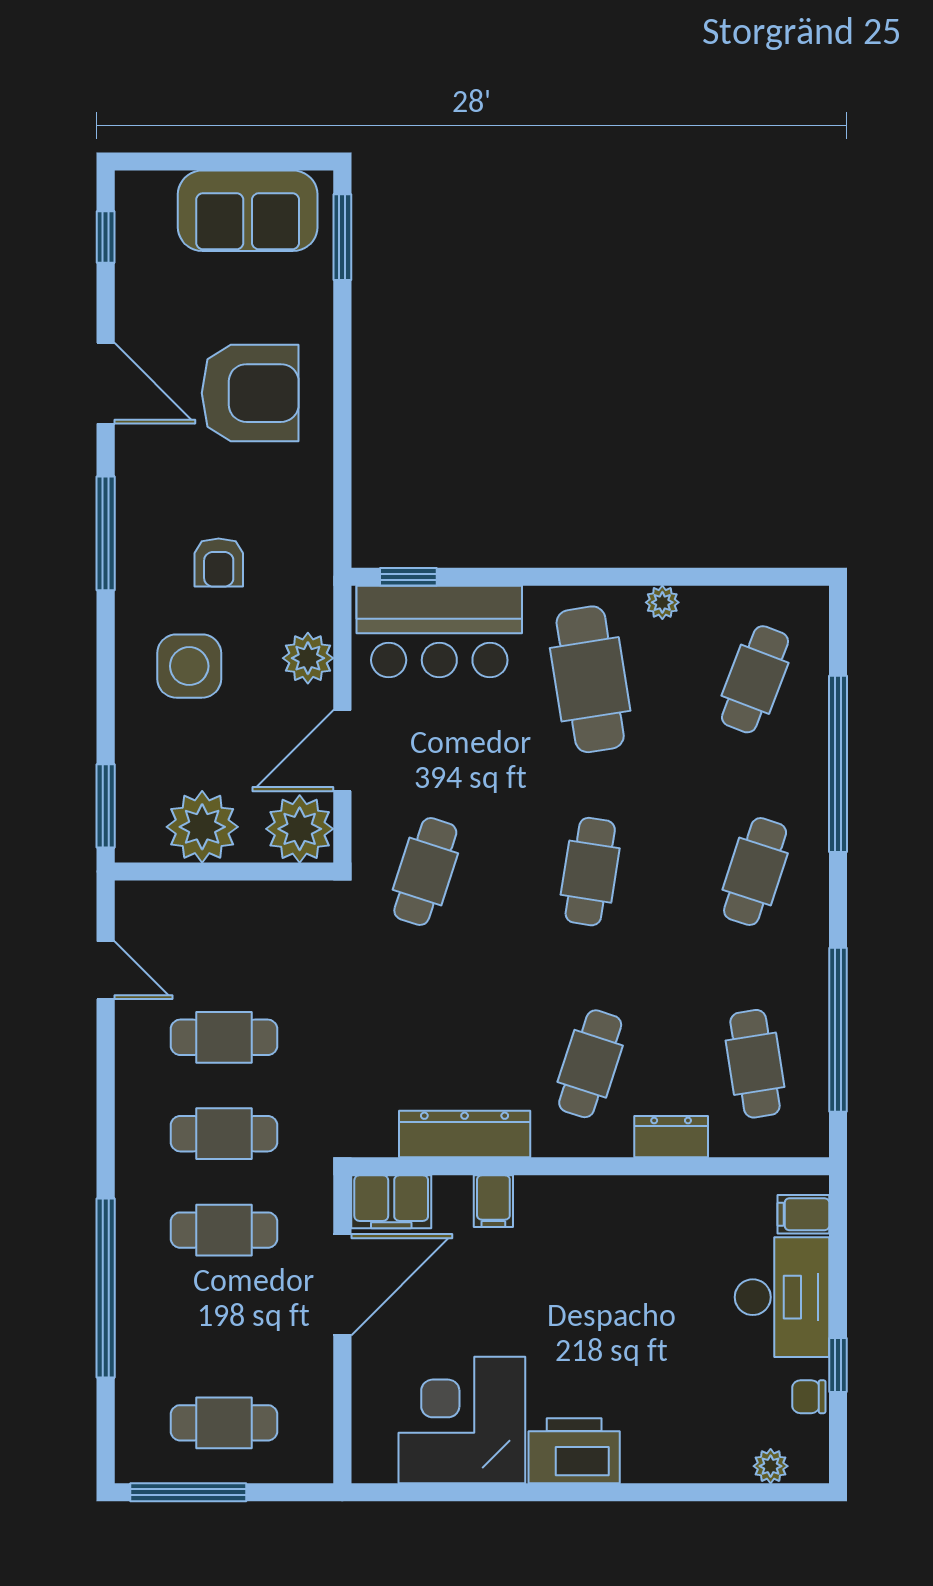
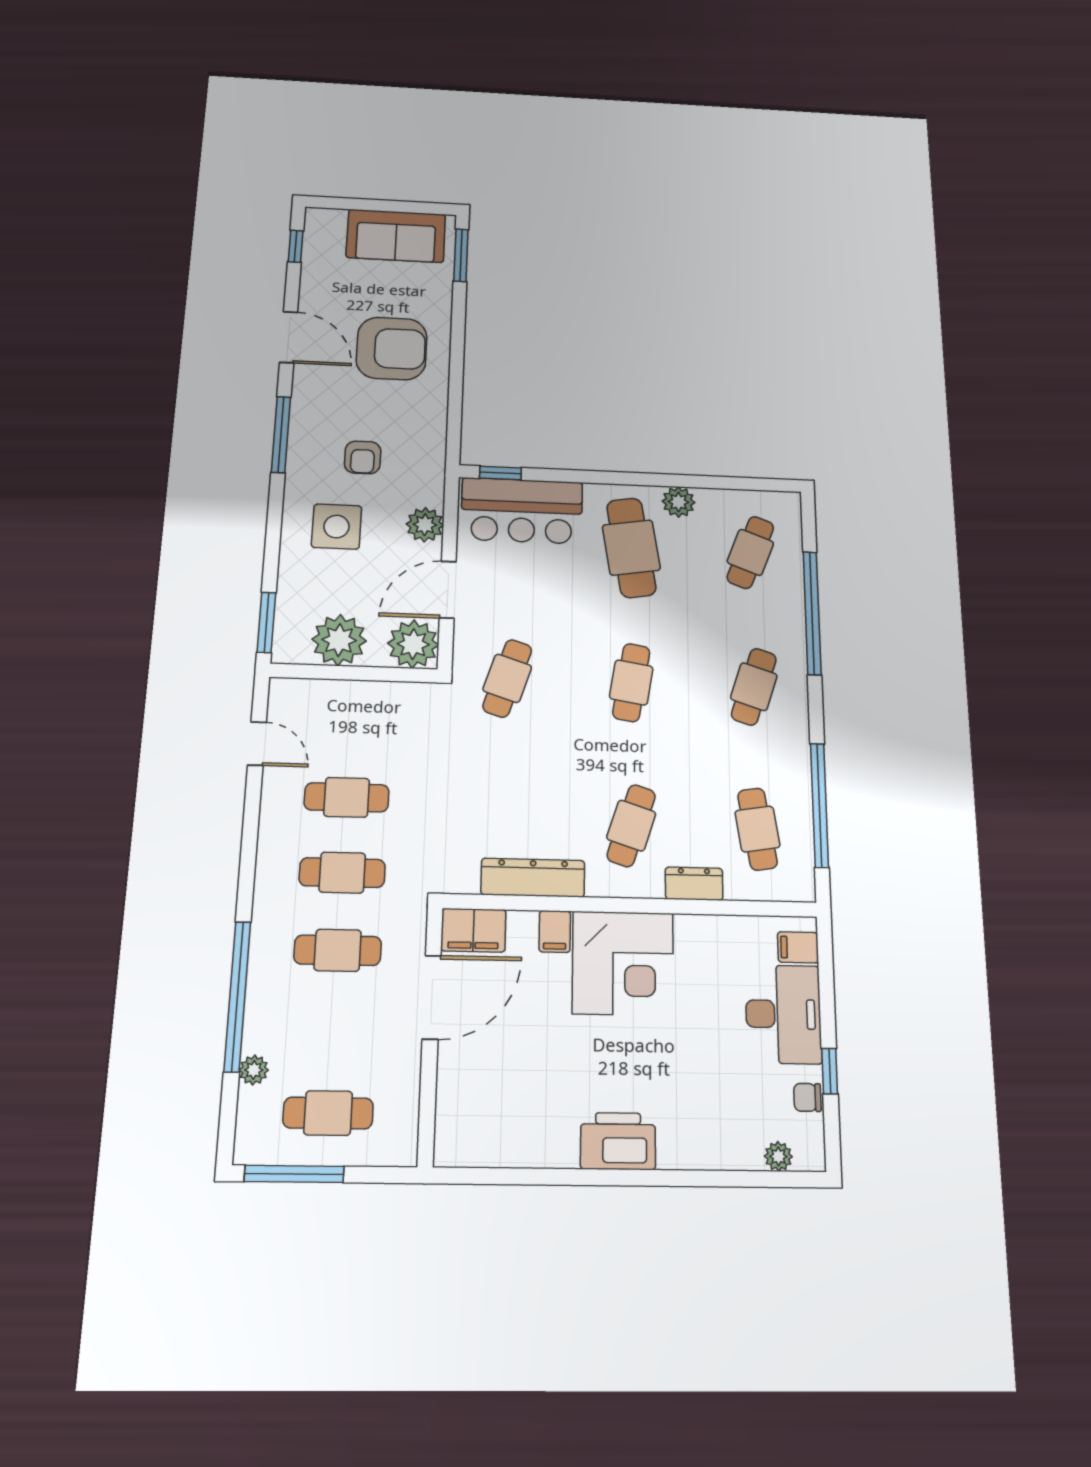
plant: (662, 602) -> (679, 502), width x1.38, depth x1.38
plant: (132, 1374) -> (254, 1070), added
corner desk: (462, 1420) -> (623, 963), moved, turned 180

